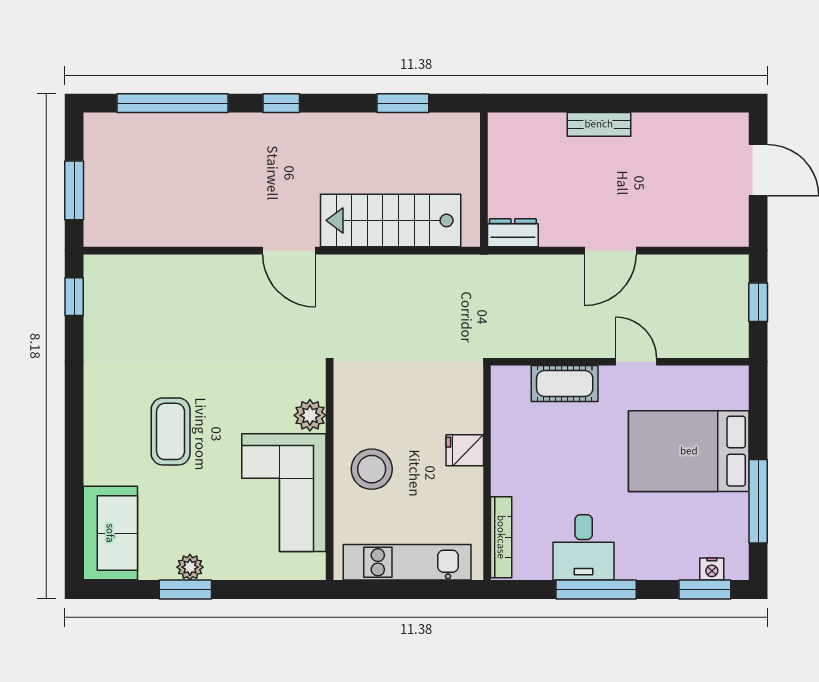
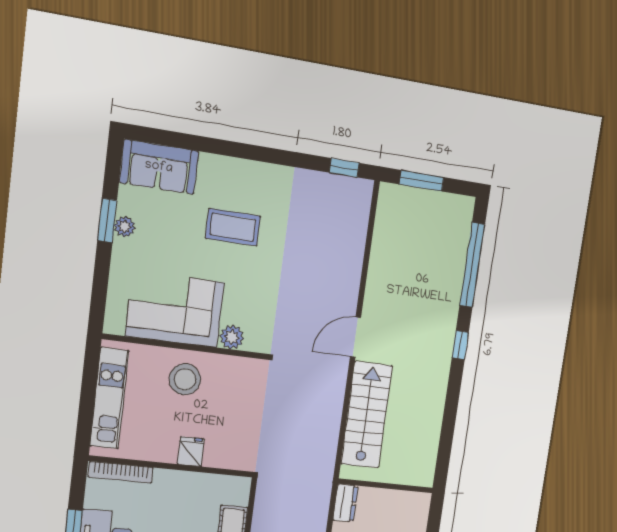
window: (403, 103) -> (447, 433), removed

